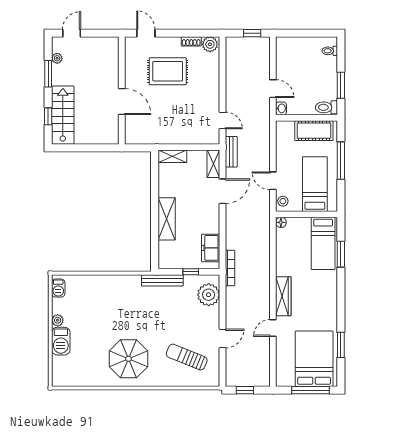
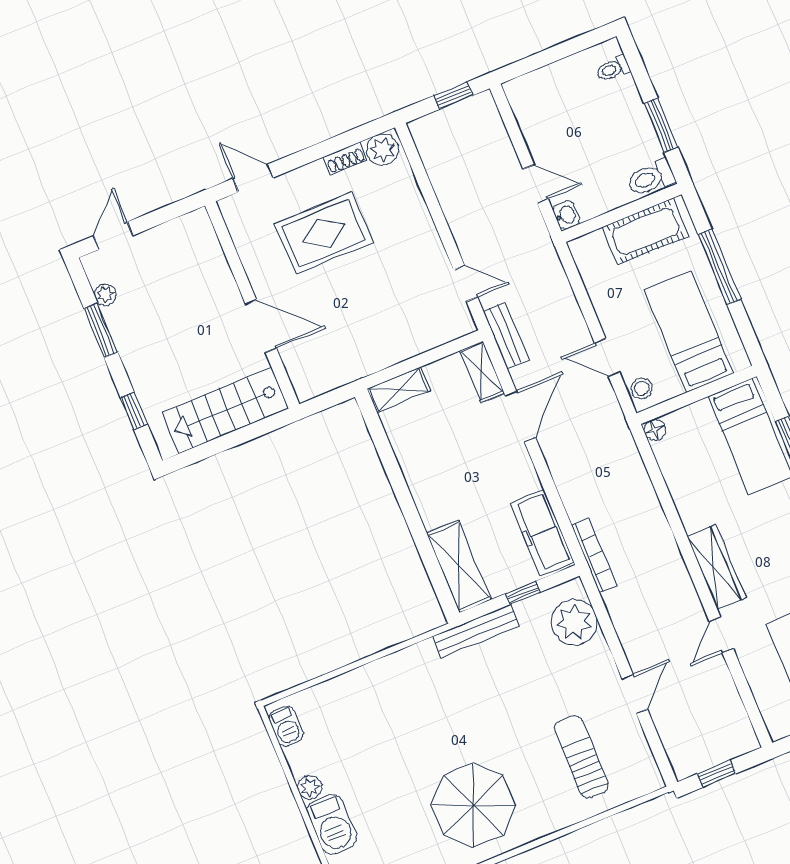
stairs: (63, 115) -> (225, 411), moved, turned -90
shelving: (167, 219) -> (459, 566), moved
freezer: (211, 248) -> (542, 532), width x1.40
sun lounger: (187, 357) -> (581, 757), turned 68

